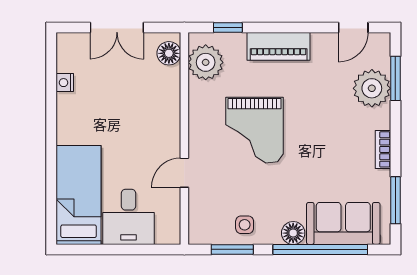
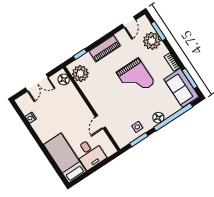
grand piano: (255, 130) -> (136, 78), moved
sofa: (343, 223) -> (181, 88), moved, turned -90

